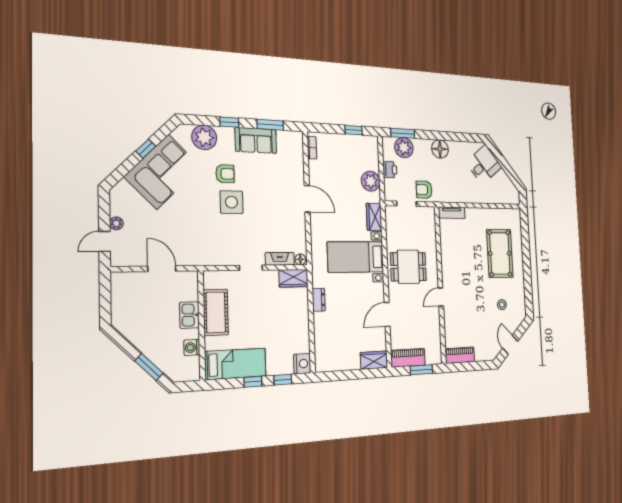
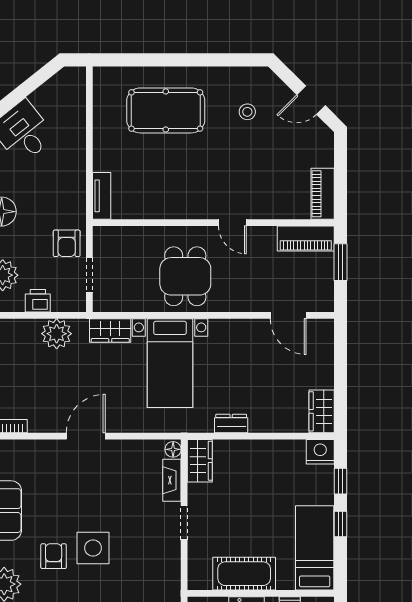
door: (387, 314) -> (288, 315), moved
piano: (408, 358) -> (306, 238), moved, turned -90
wardrobe: (374, 360) -> (322, 411), moved

